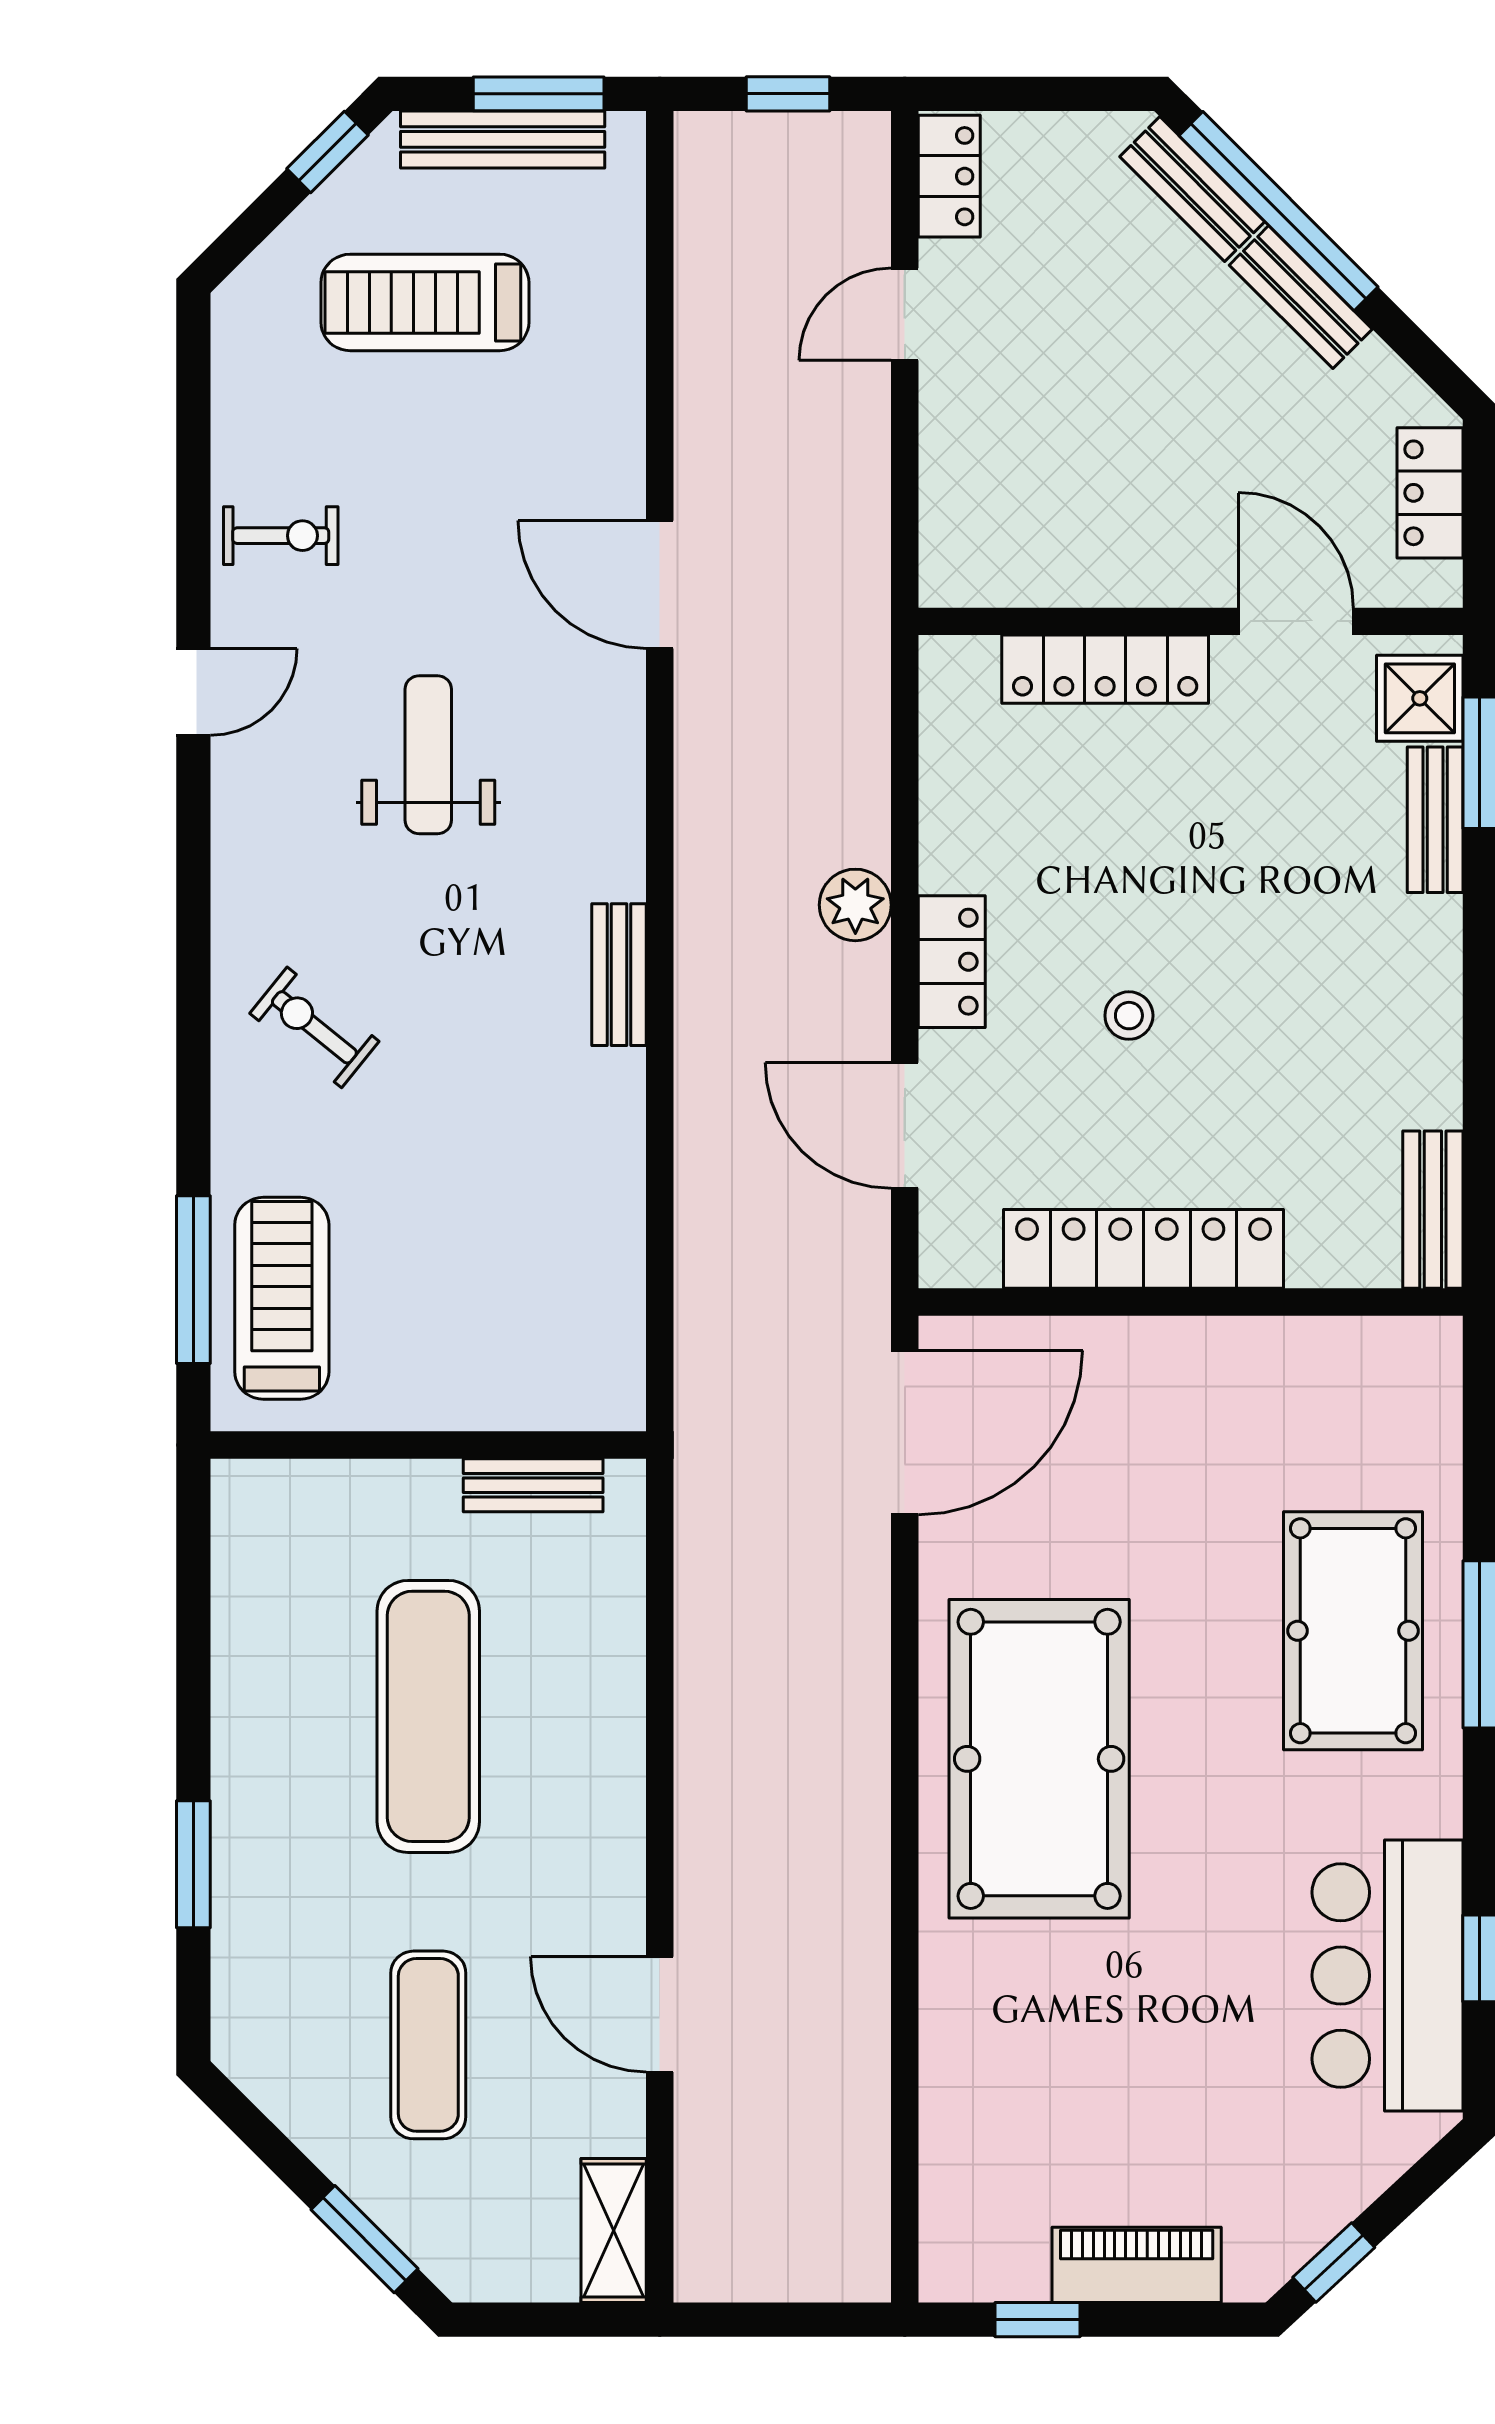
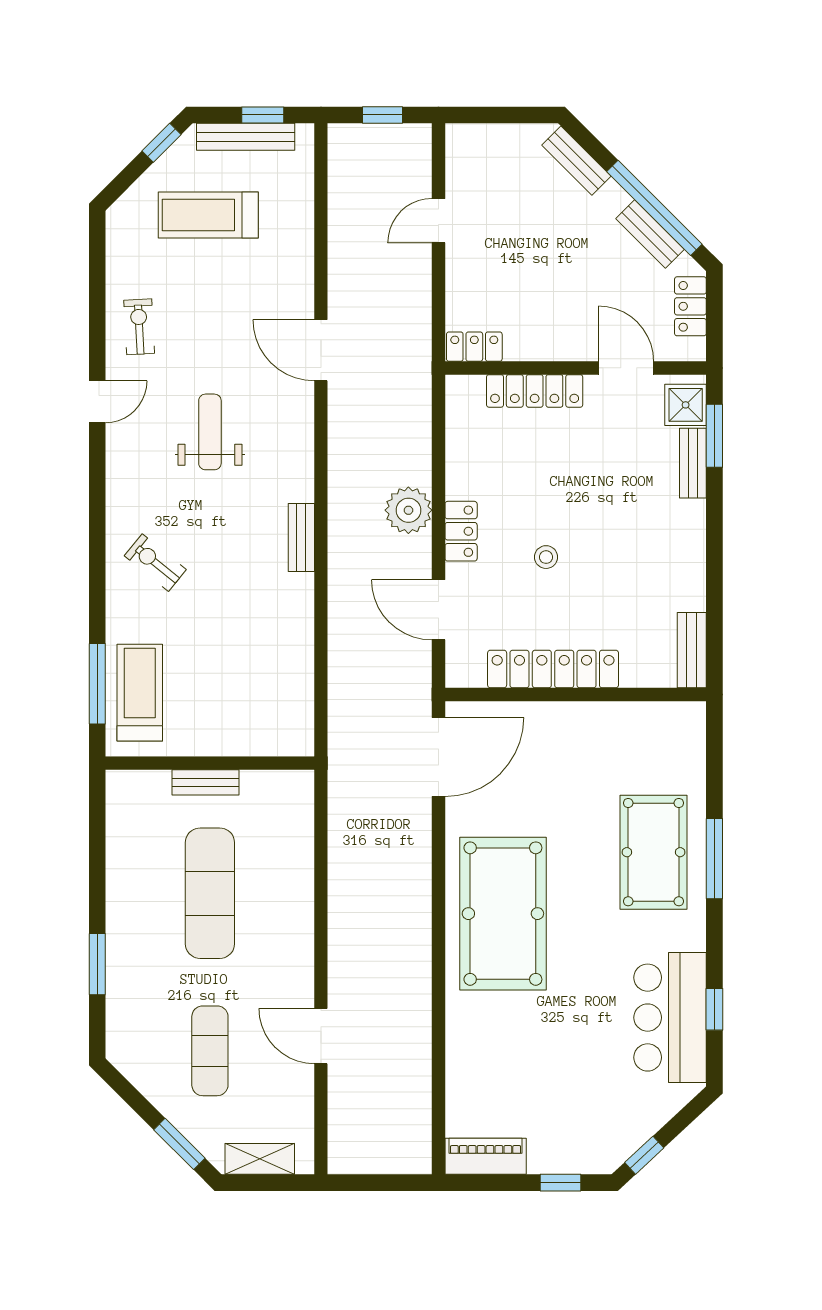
window: (539, 94) -> (263, 115), width x0.67
locker: (949, 176) -> (474, 347), moved, turned -90
window: (1279, 211) -> (654, 208), moved
bench: (1301, 297) -> (650, 234), moved
exercise bike: (281, 536) -> (139, 327), turned -93
plant: (855, 905) -> (408, 510), width x1.36, depth x1.36
bench: (533, 1485) -> (205, 782), moved
shelving: (614, 2231) -> (260, 1159), moved, turned 90
piano: (1137, 2265) -> (486, 1156), moved
window: (1037, 2320) -> (561, 1183), moved

